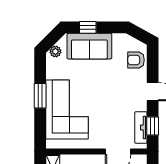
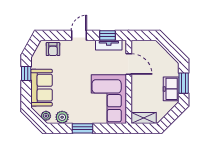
window: (88, 27) -> (26, 73), moved
plant: (54, 71) -> (62, 117), added
corner sofa: (67, 110) -> (109, 99), moved, turned -90

